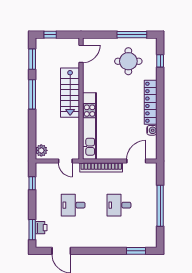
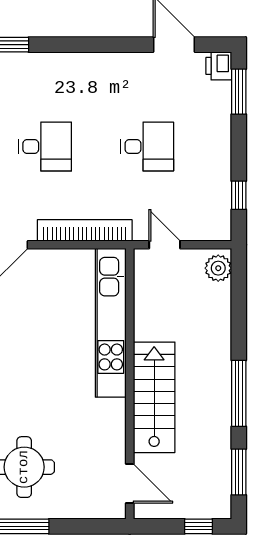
door: (81, 54) -> (130, 484), swing flipped
printer: (41, 228) -> (219, 66), moved

